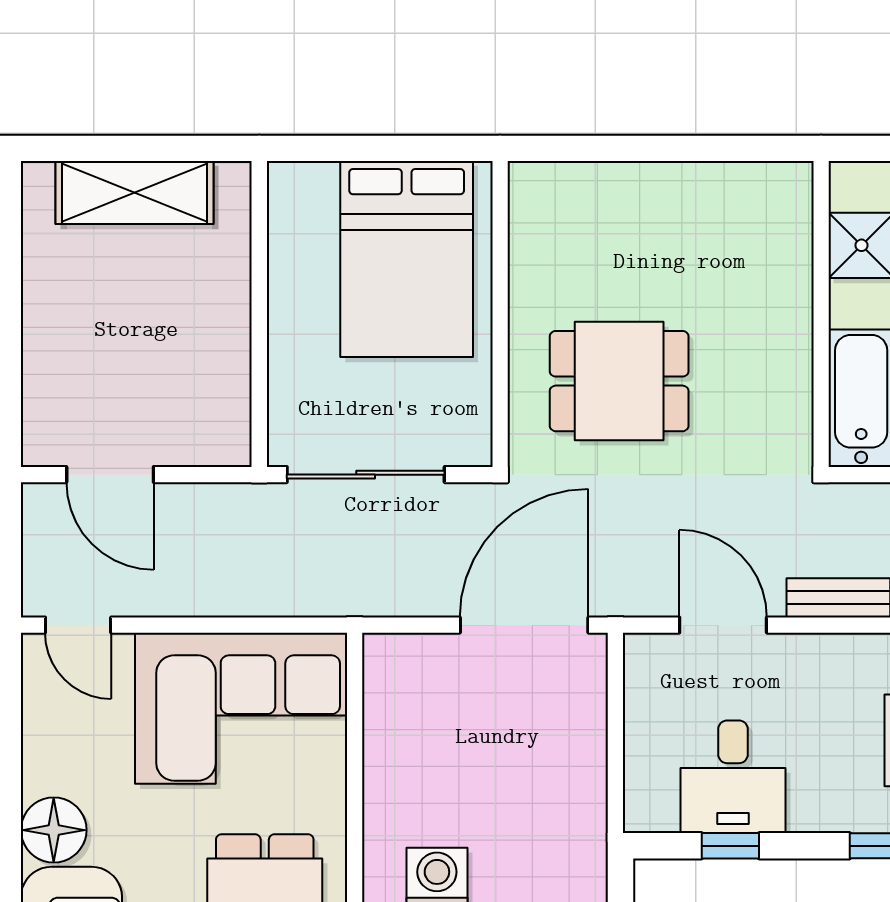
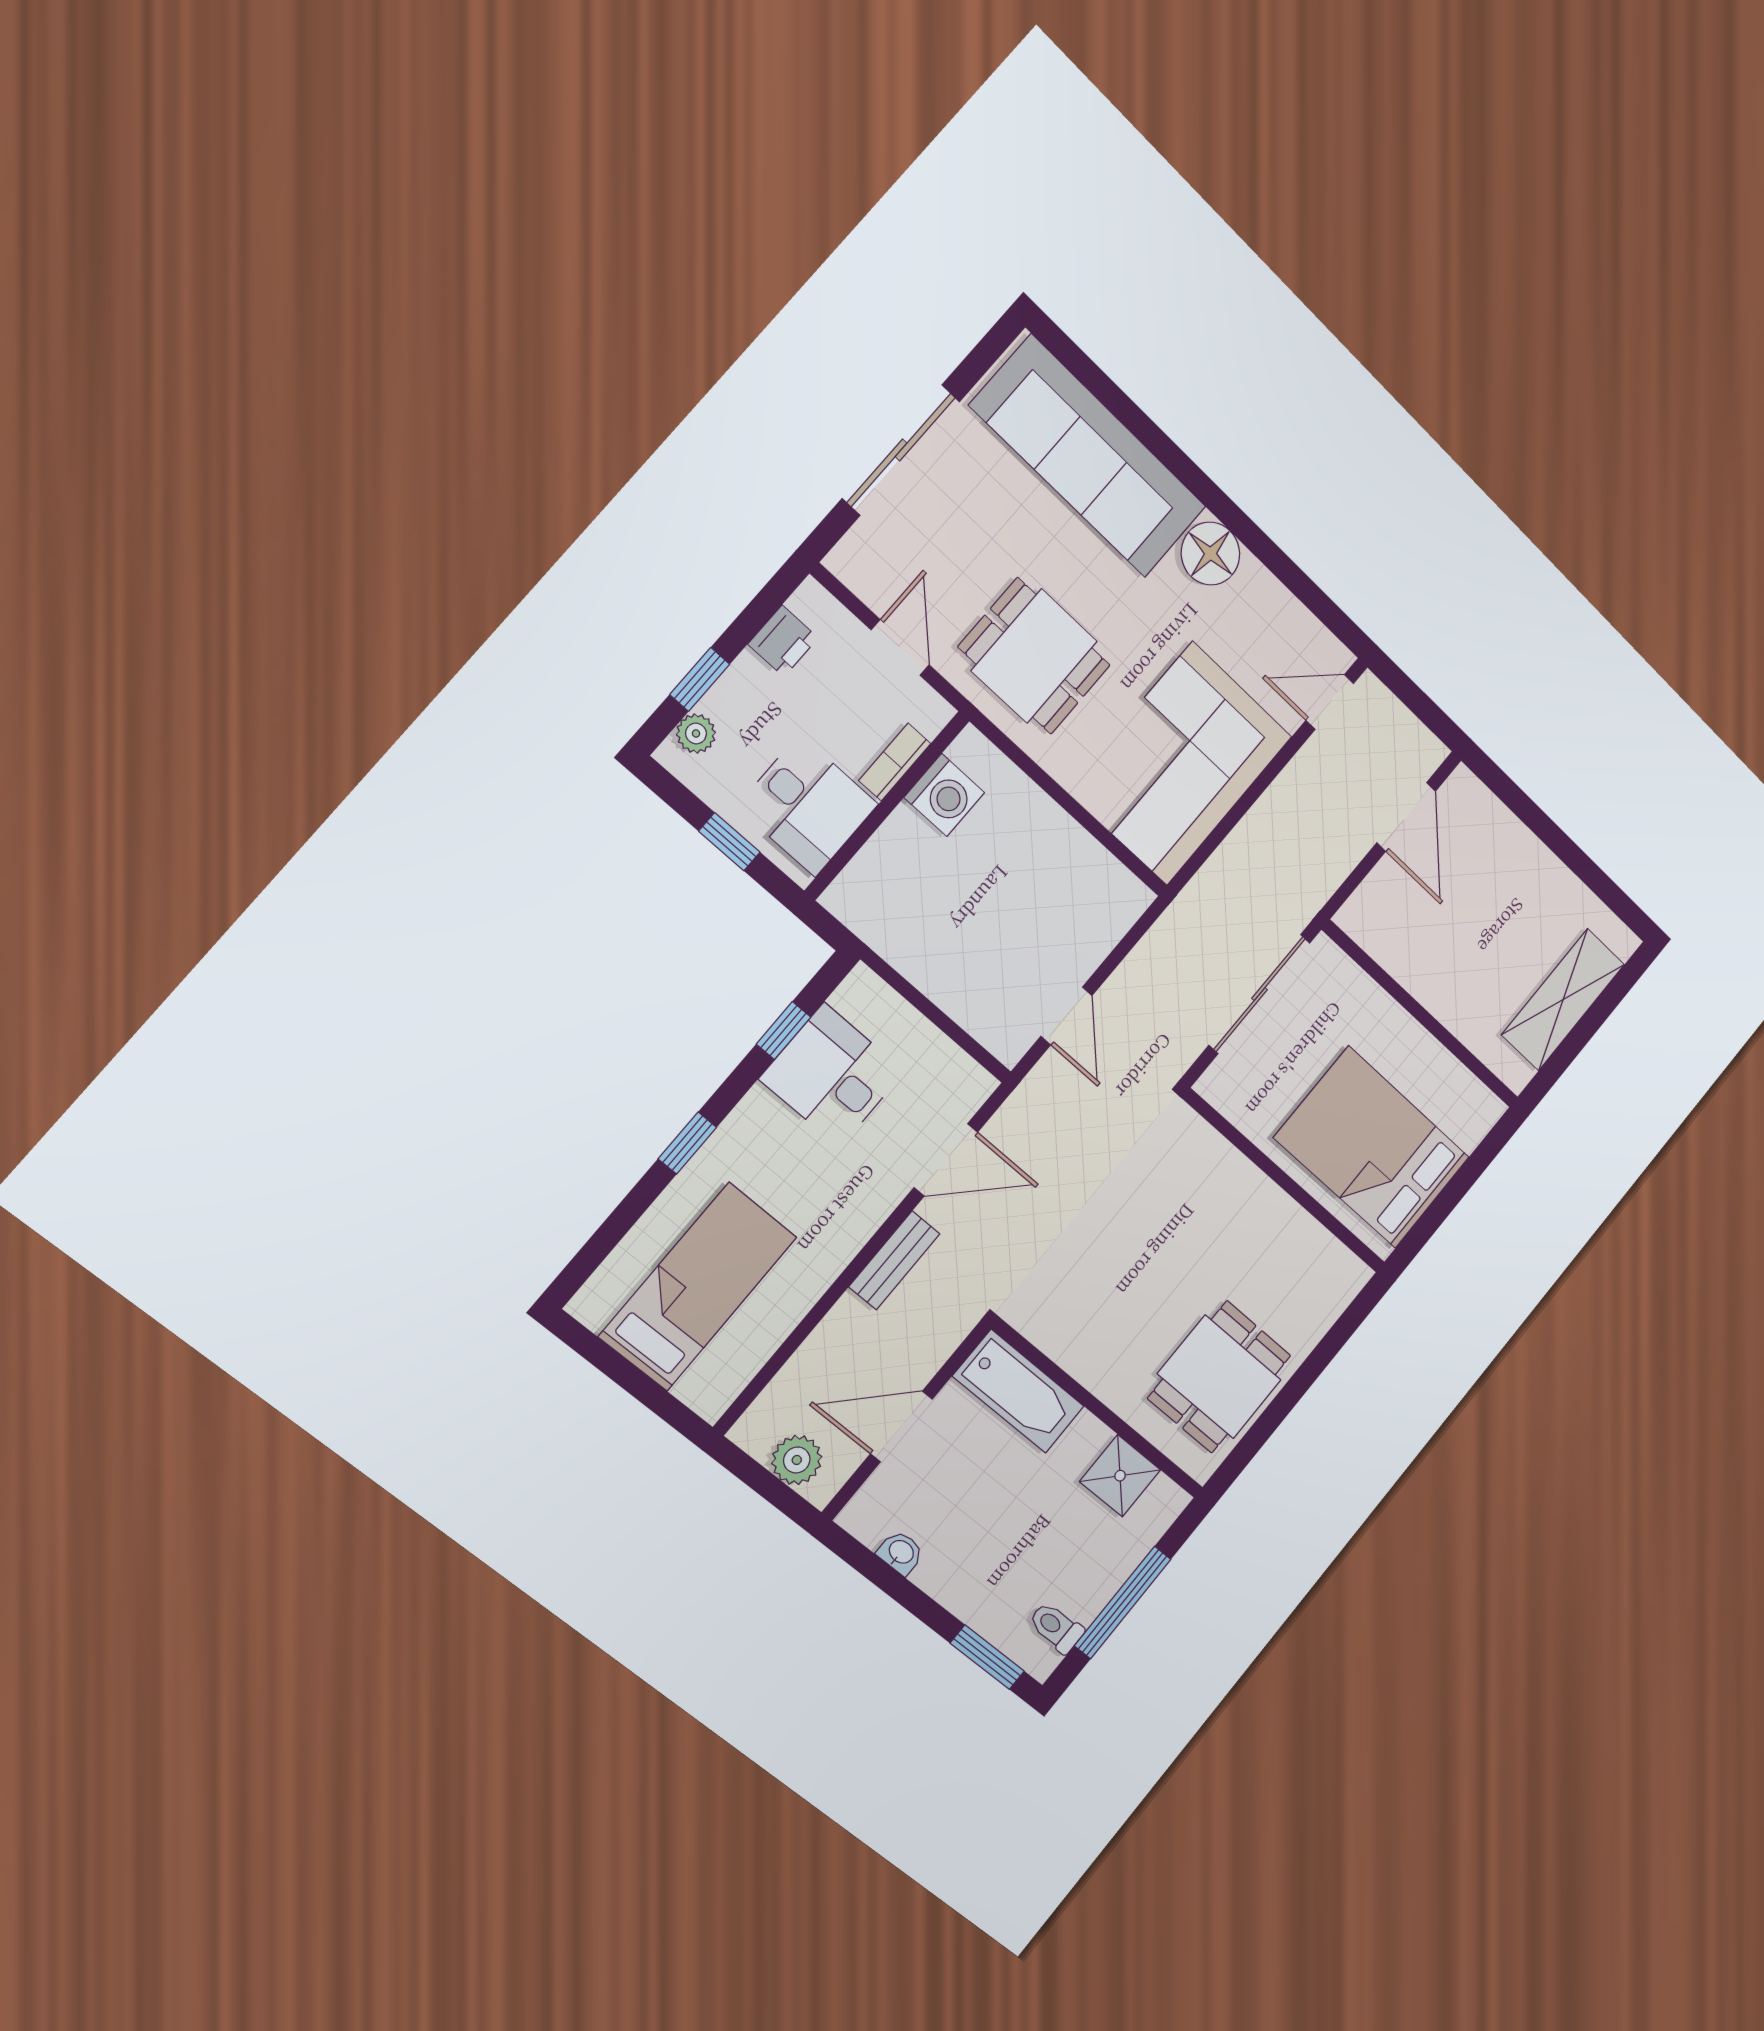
dining table: (619, 381) -> (1219, 1377), moved
door: (110, 475) -> (1406, 817), swing flipped
door: (524, 625) -> (1067, 1016), width x0.53

